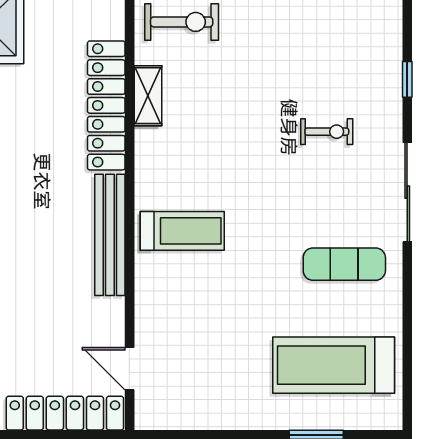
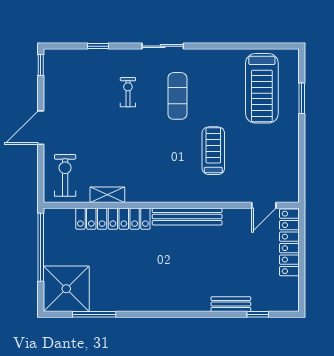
sliding door: (407, 192) -> (163, 46), width x0.73
treadmill: (182, 231) -> (213, 151), moved
exercise mat: (344, 264) -> (177, 96), moved

